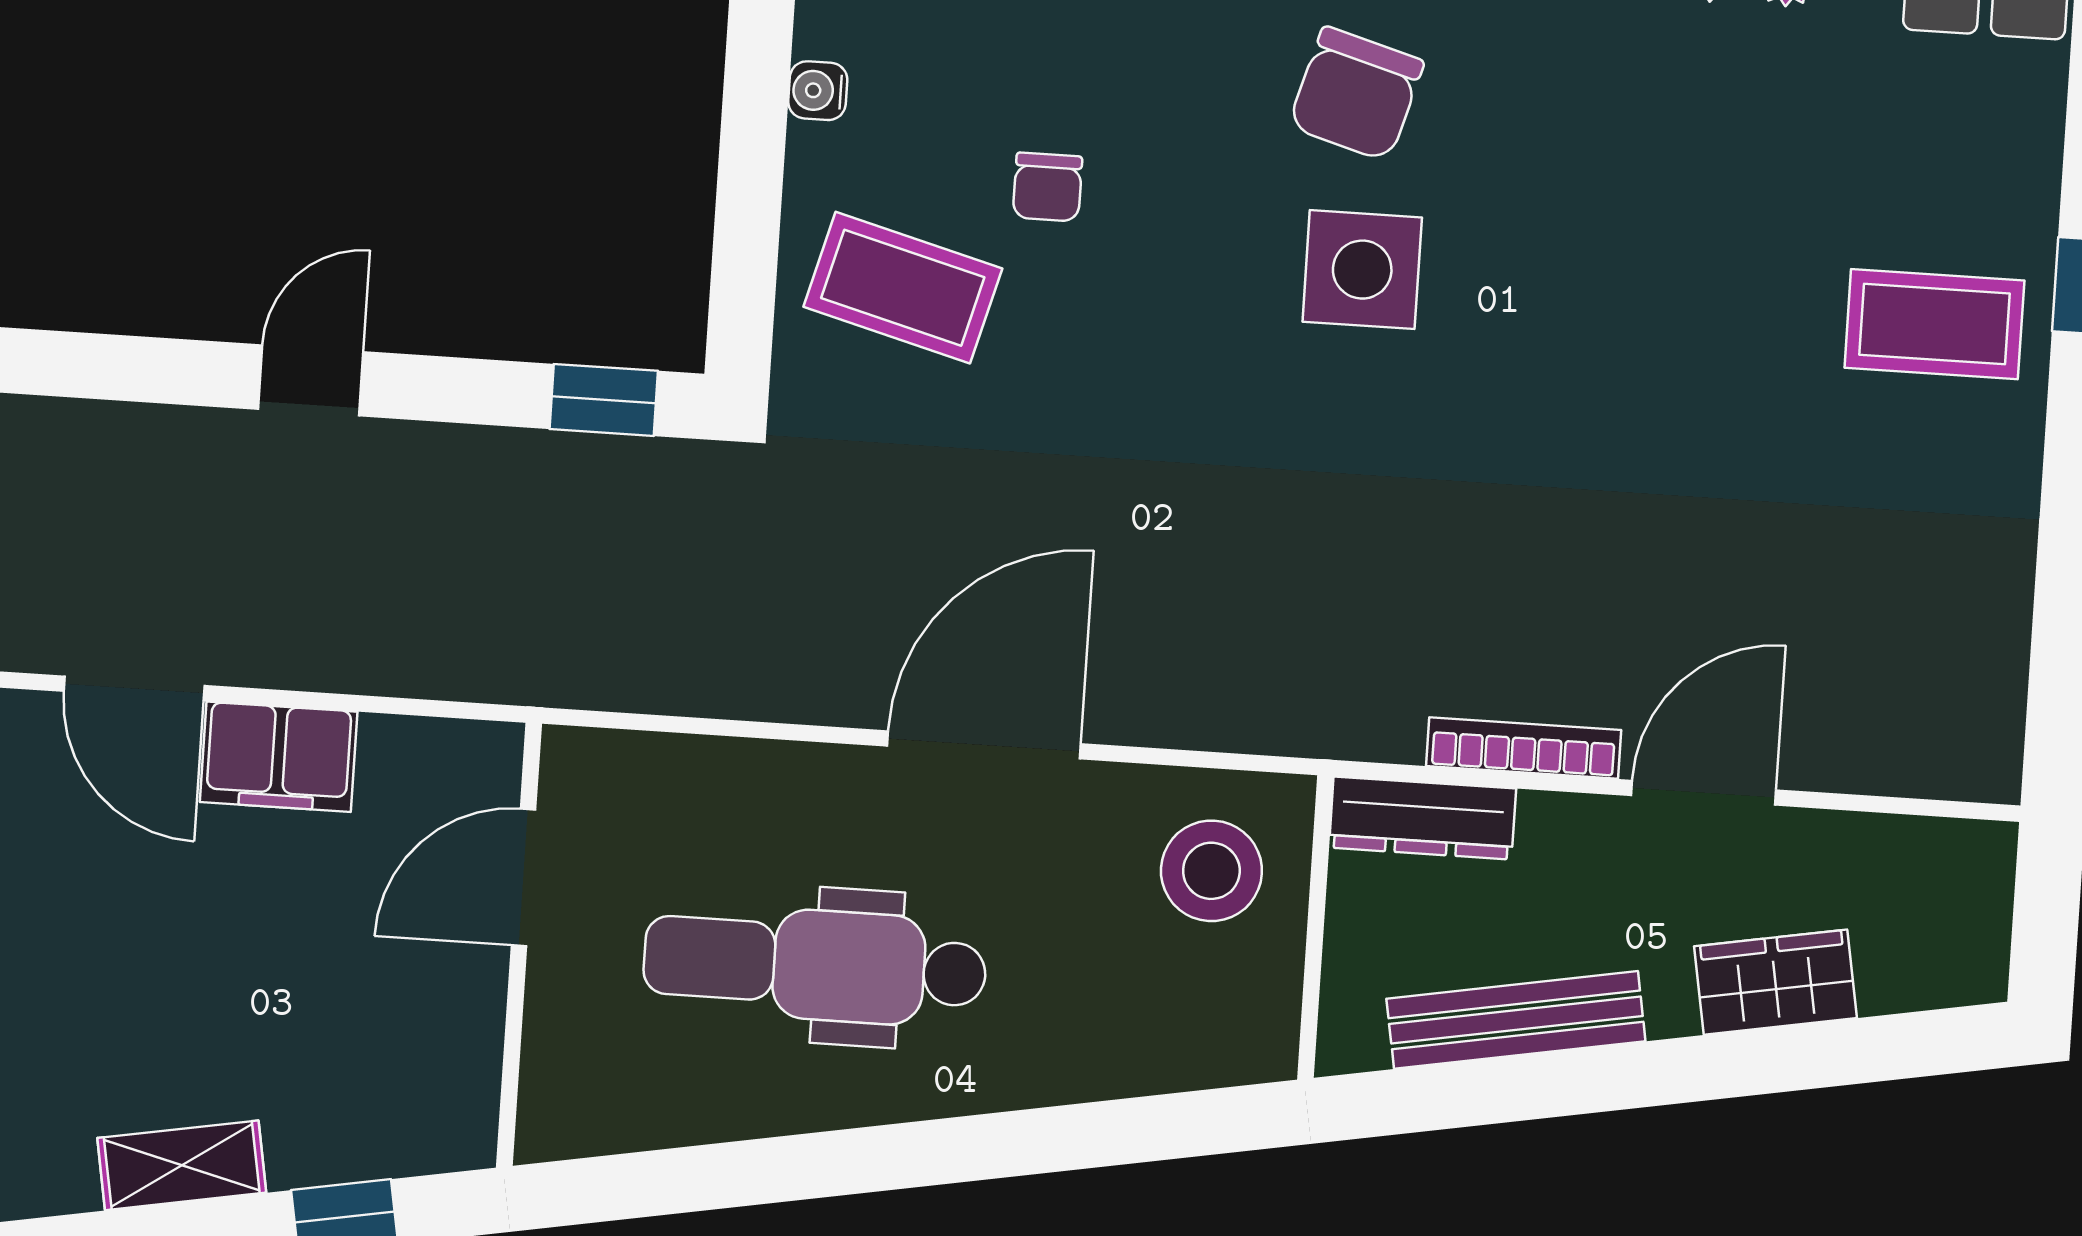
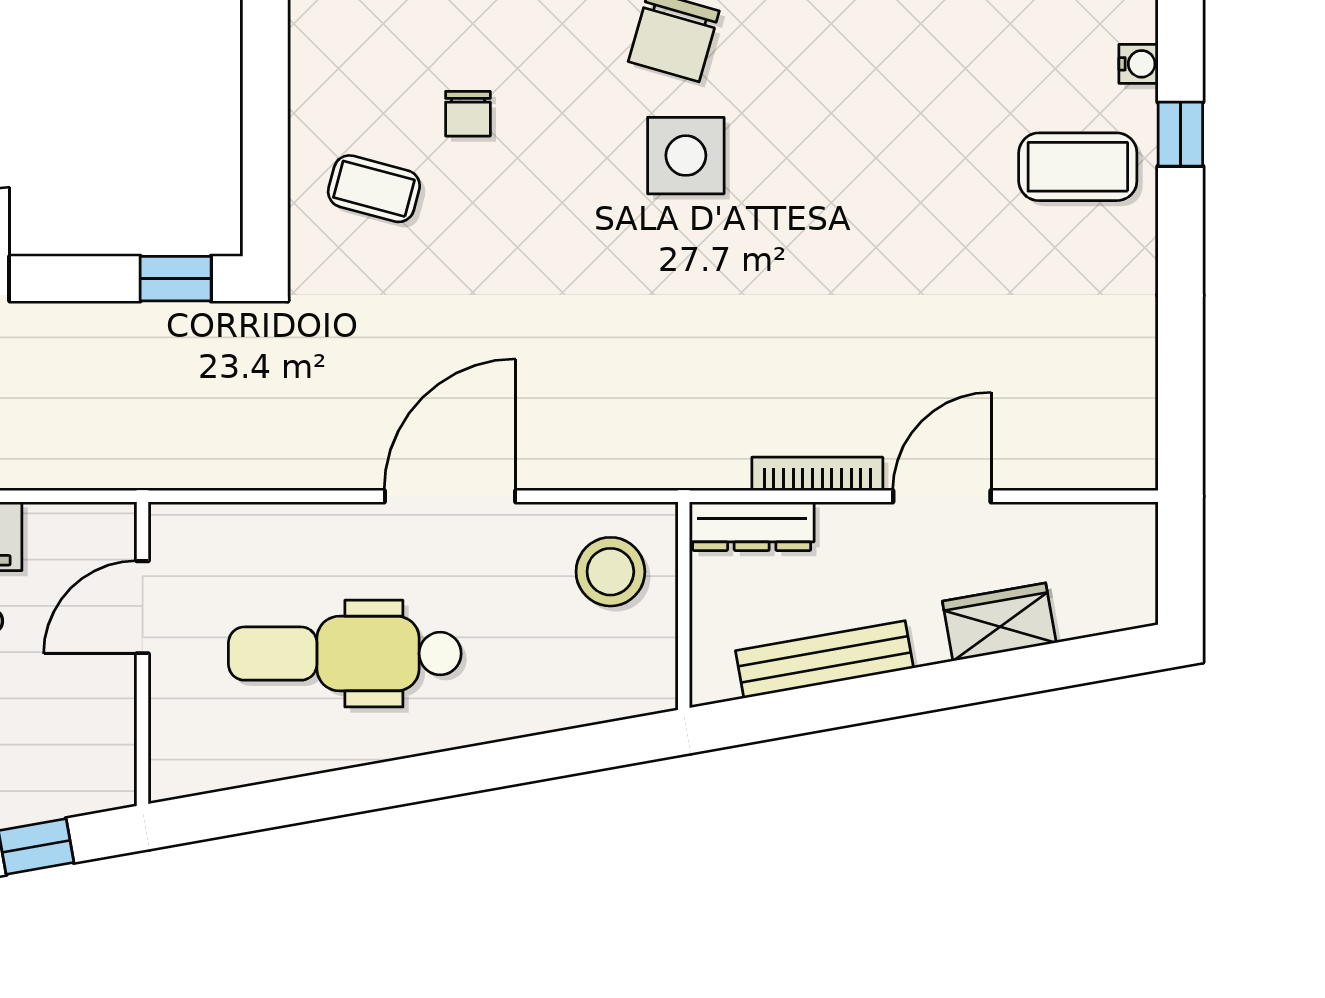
water cooler: (818, 91) -> (1138, 64), moved, turned 180
coffee table: (903, 288) -> (374, 189), width x0.73, depth x0.77

